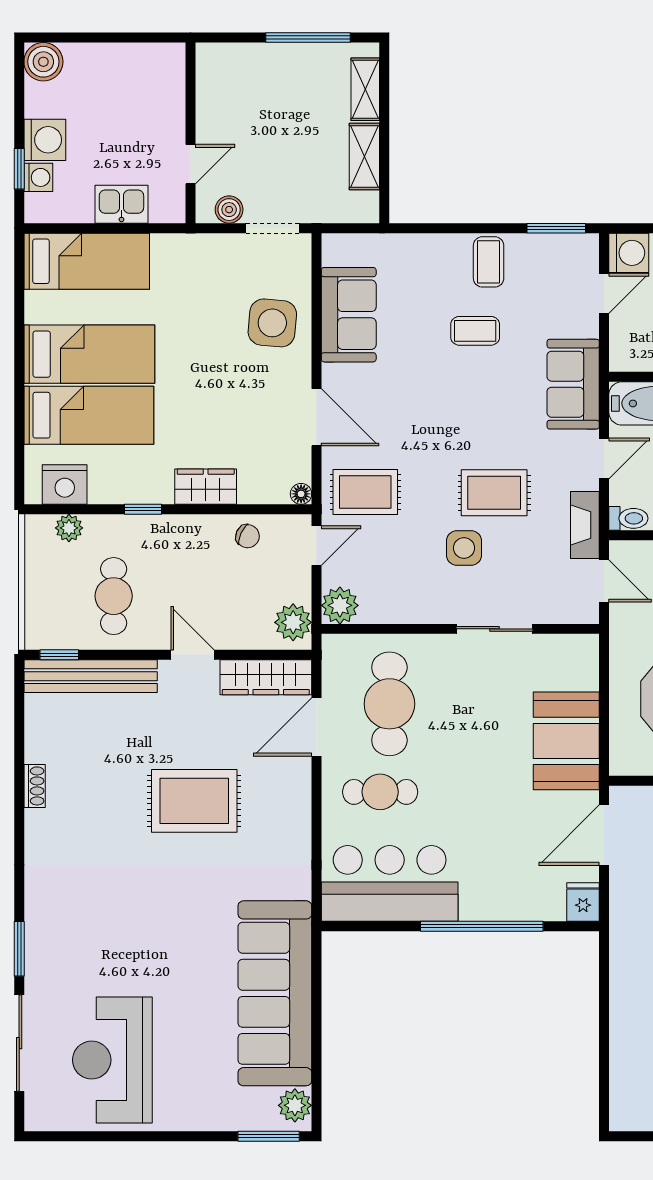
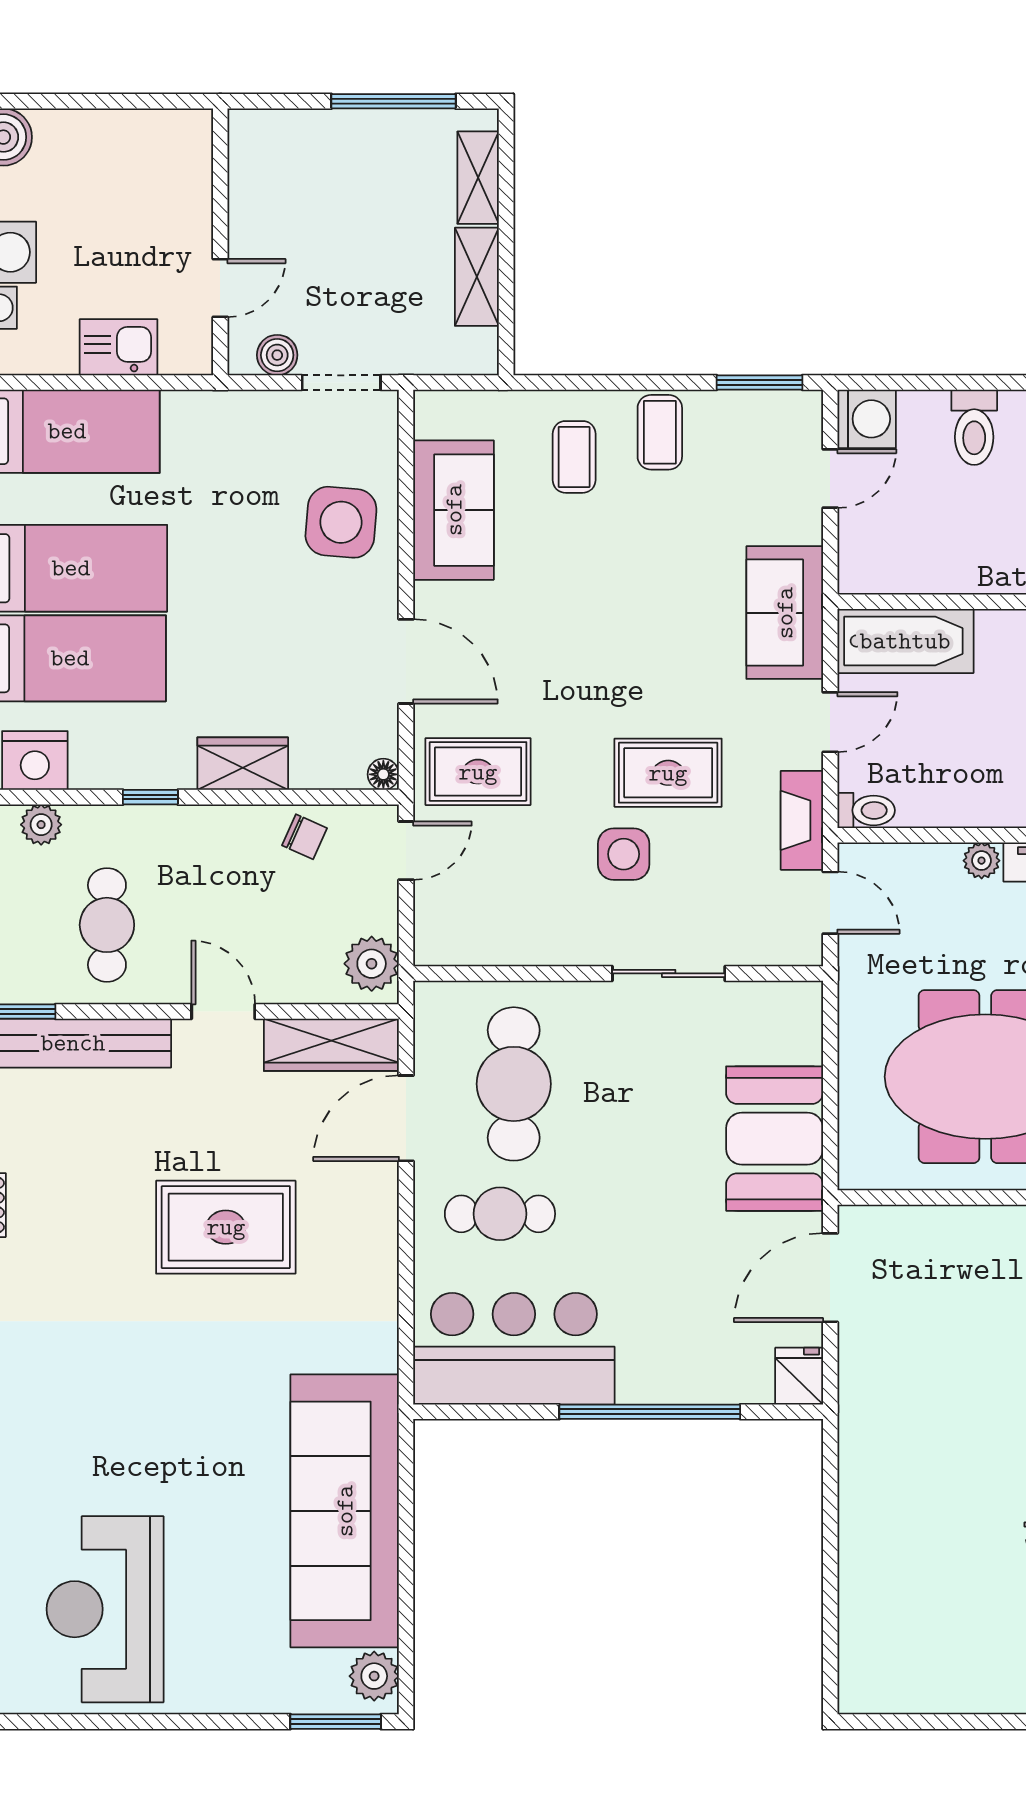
coffee table: (475, 331) -> (574, 457), moved, turned 90
plant: (340, 605) -> (441, 939), removed

